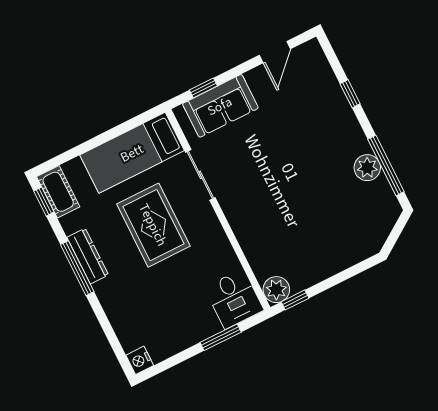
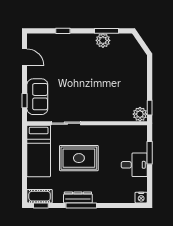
window: (386, 165) -> (106, 31), width x0.69
desk: (234, 299) -> (134, 165), moved

